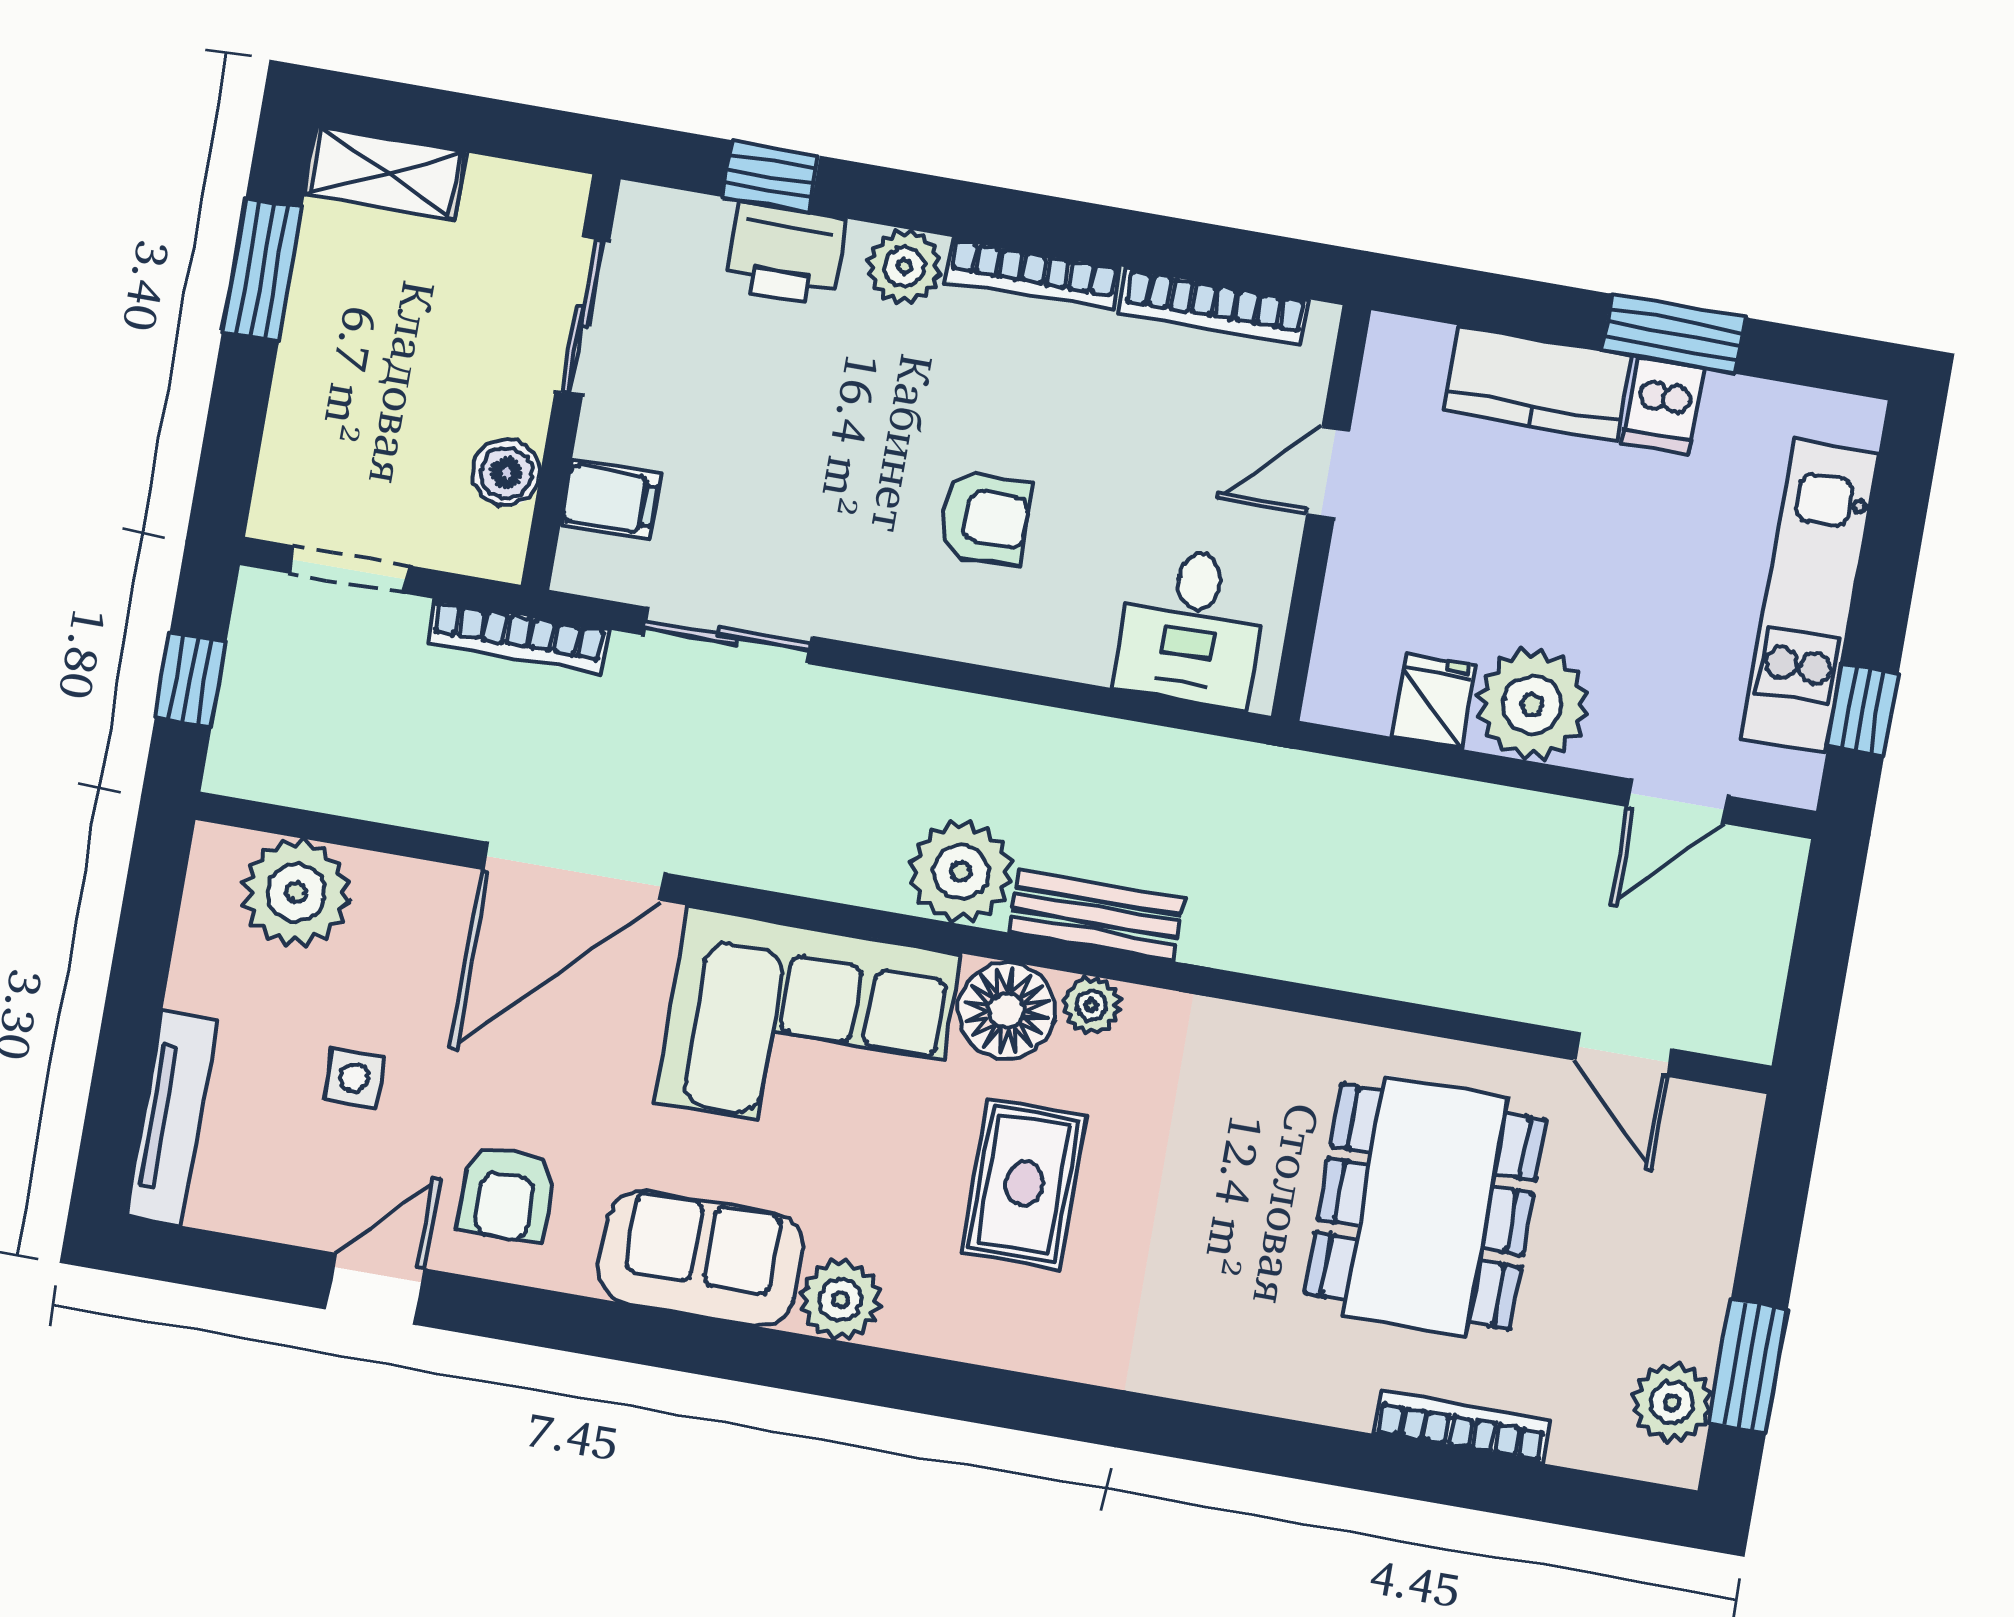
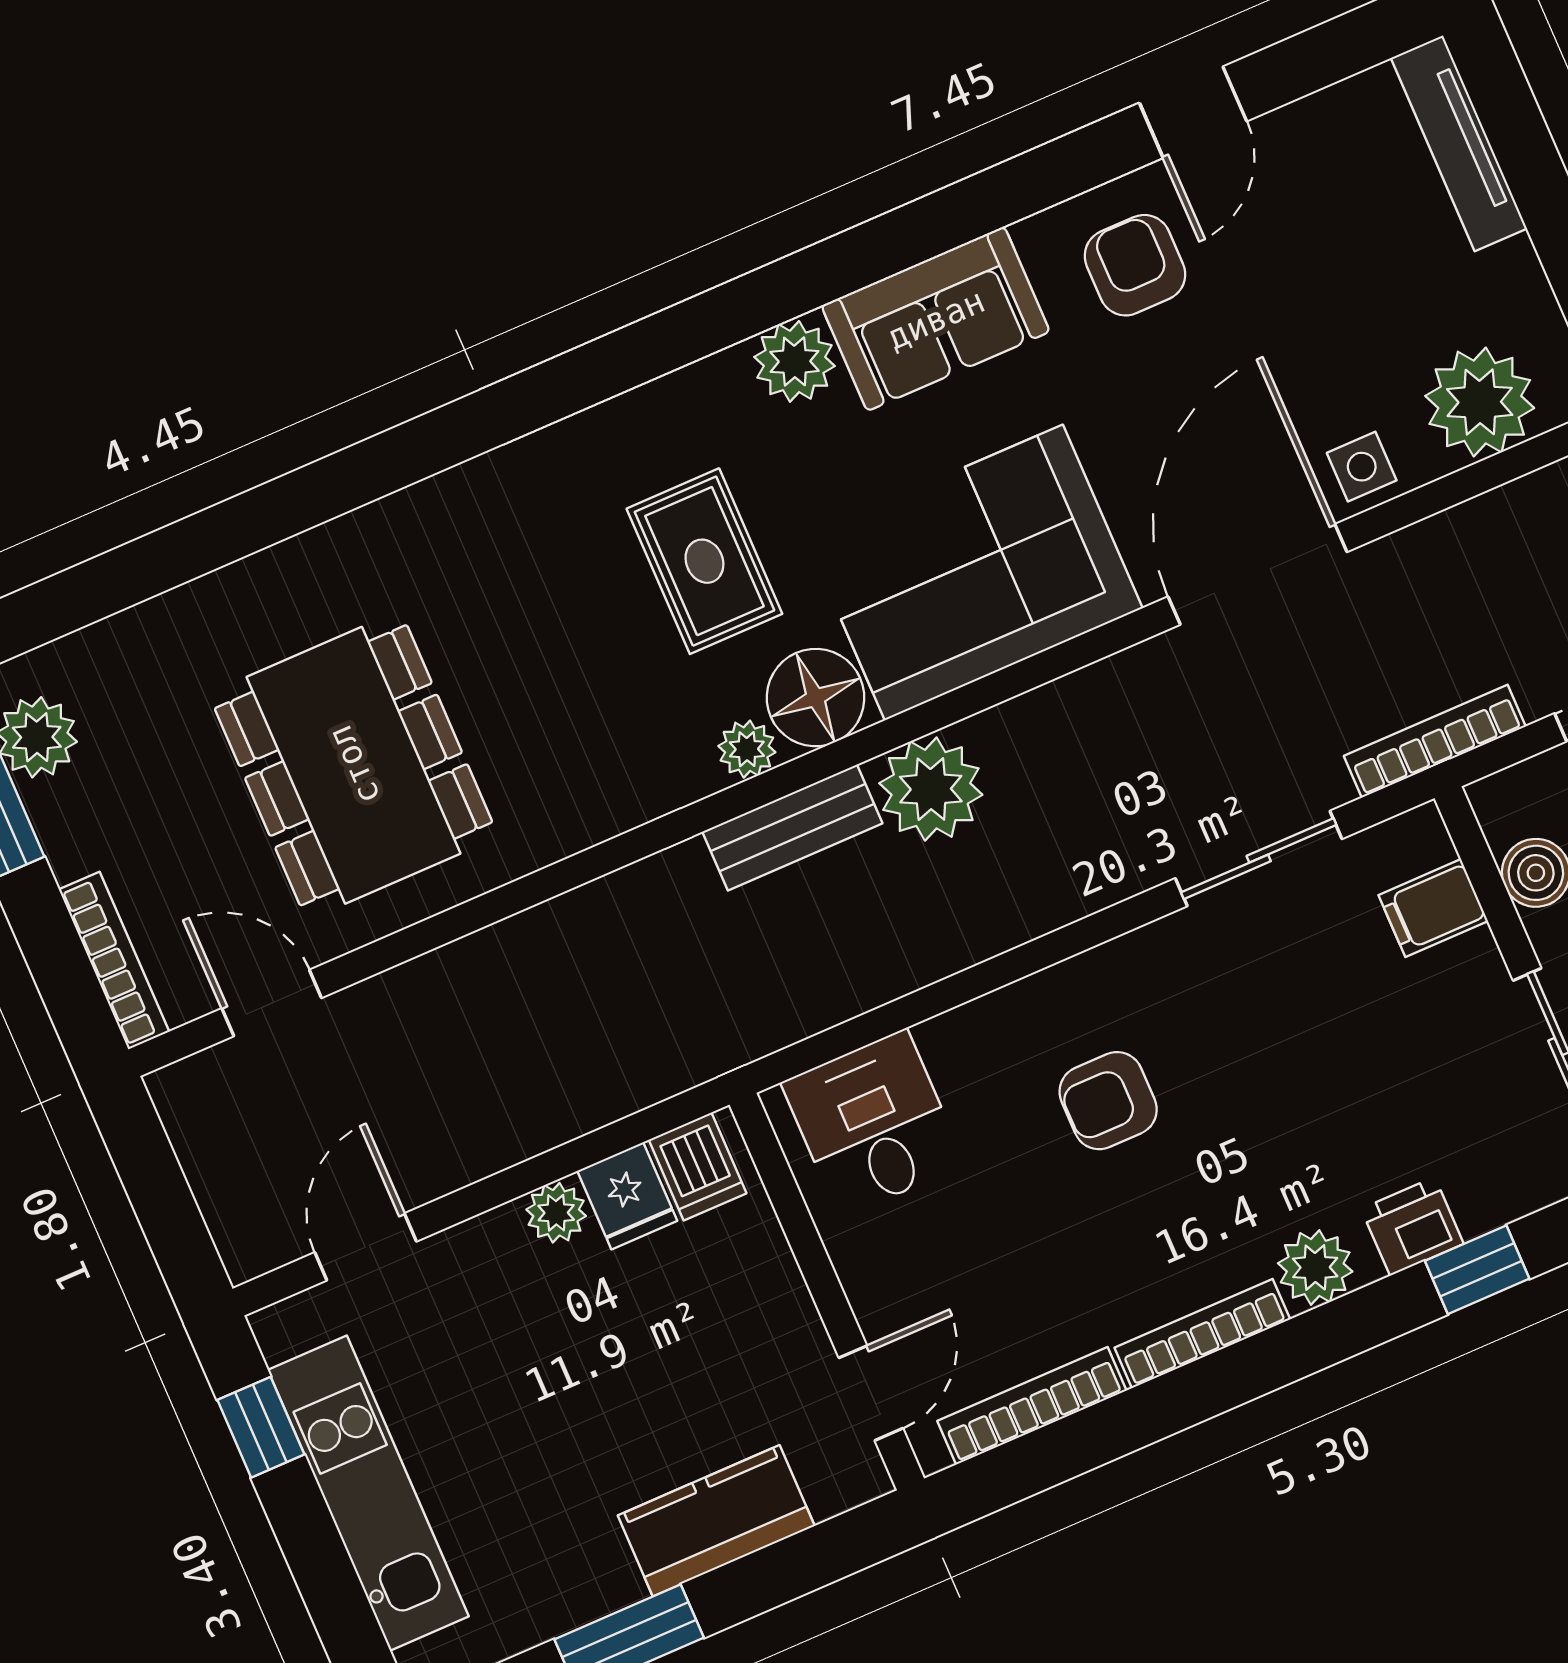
printer: (785, 254) -> (1412, 1226), width x0.73, depth x0.81
dishwasher: (1663, 406) -> (698, 1167), moved, turned 180
door: (1328, 473) -> (871, 1393), moved
plant: (1532, 705) -> (556, 1213), width x0.53, depth x0.53
side table: (354, 1078) -> (1362, 467), moved
bookcase: (1461, 1427) -> (114, 961), moved, turned -90

